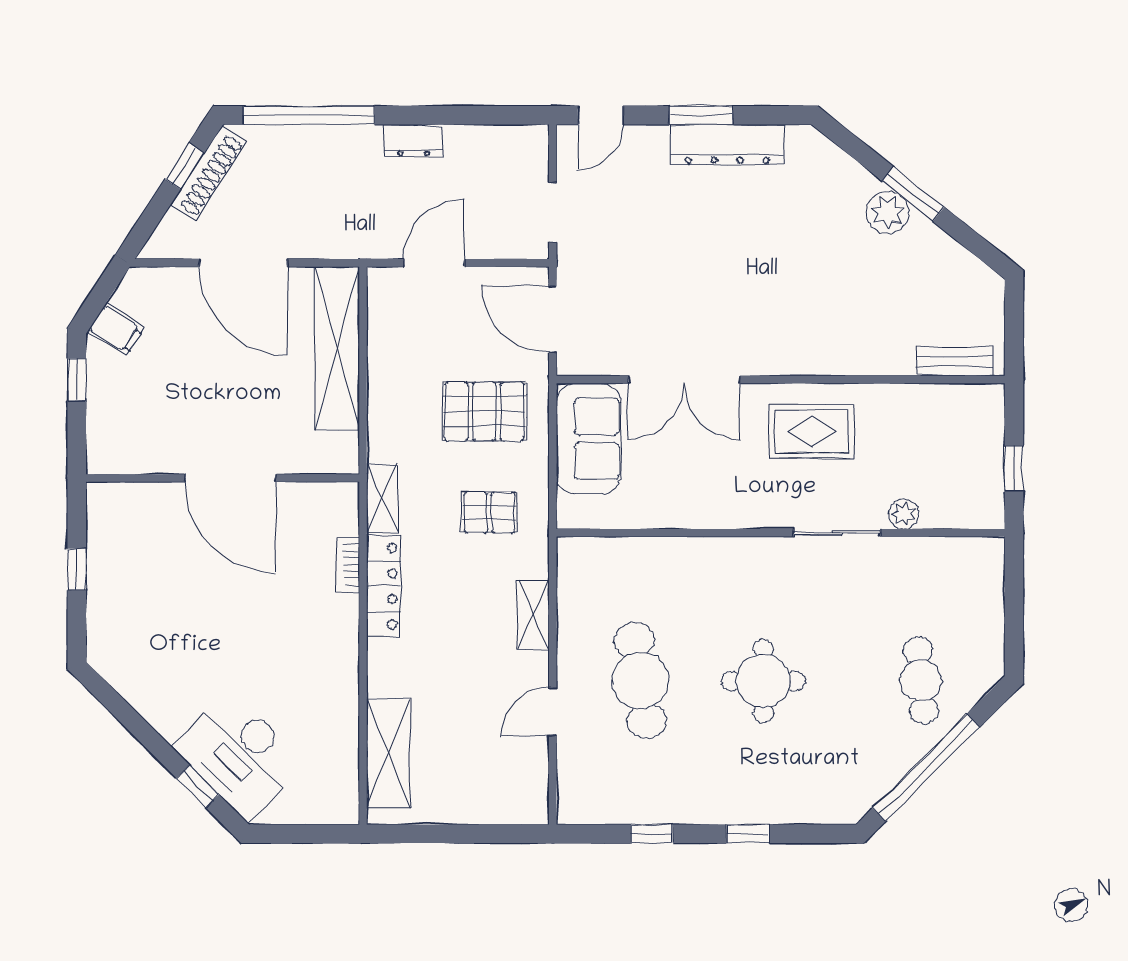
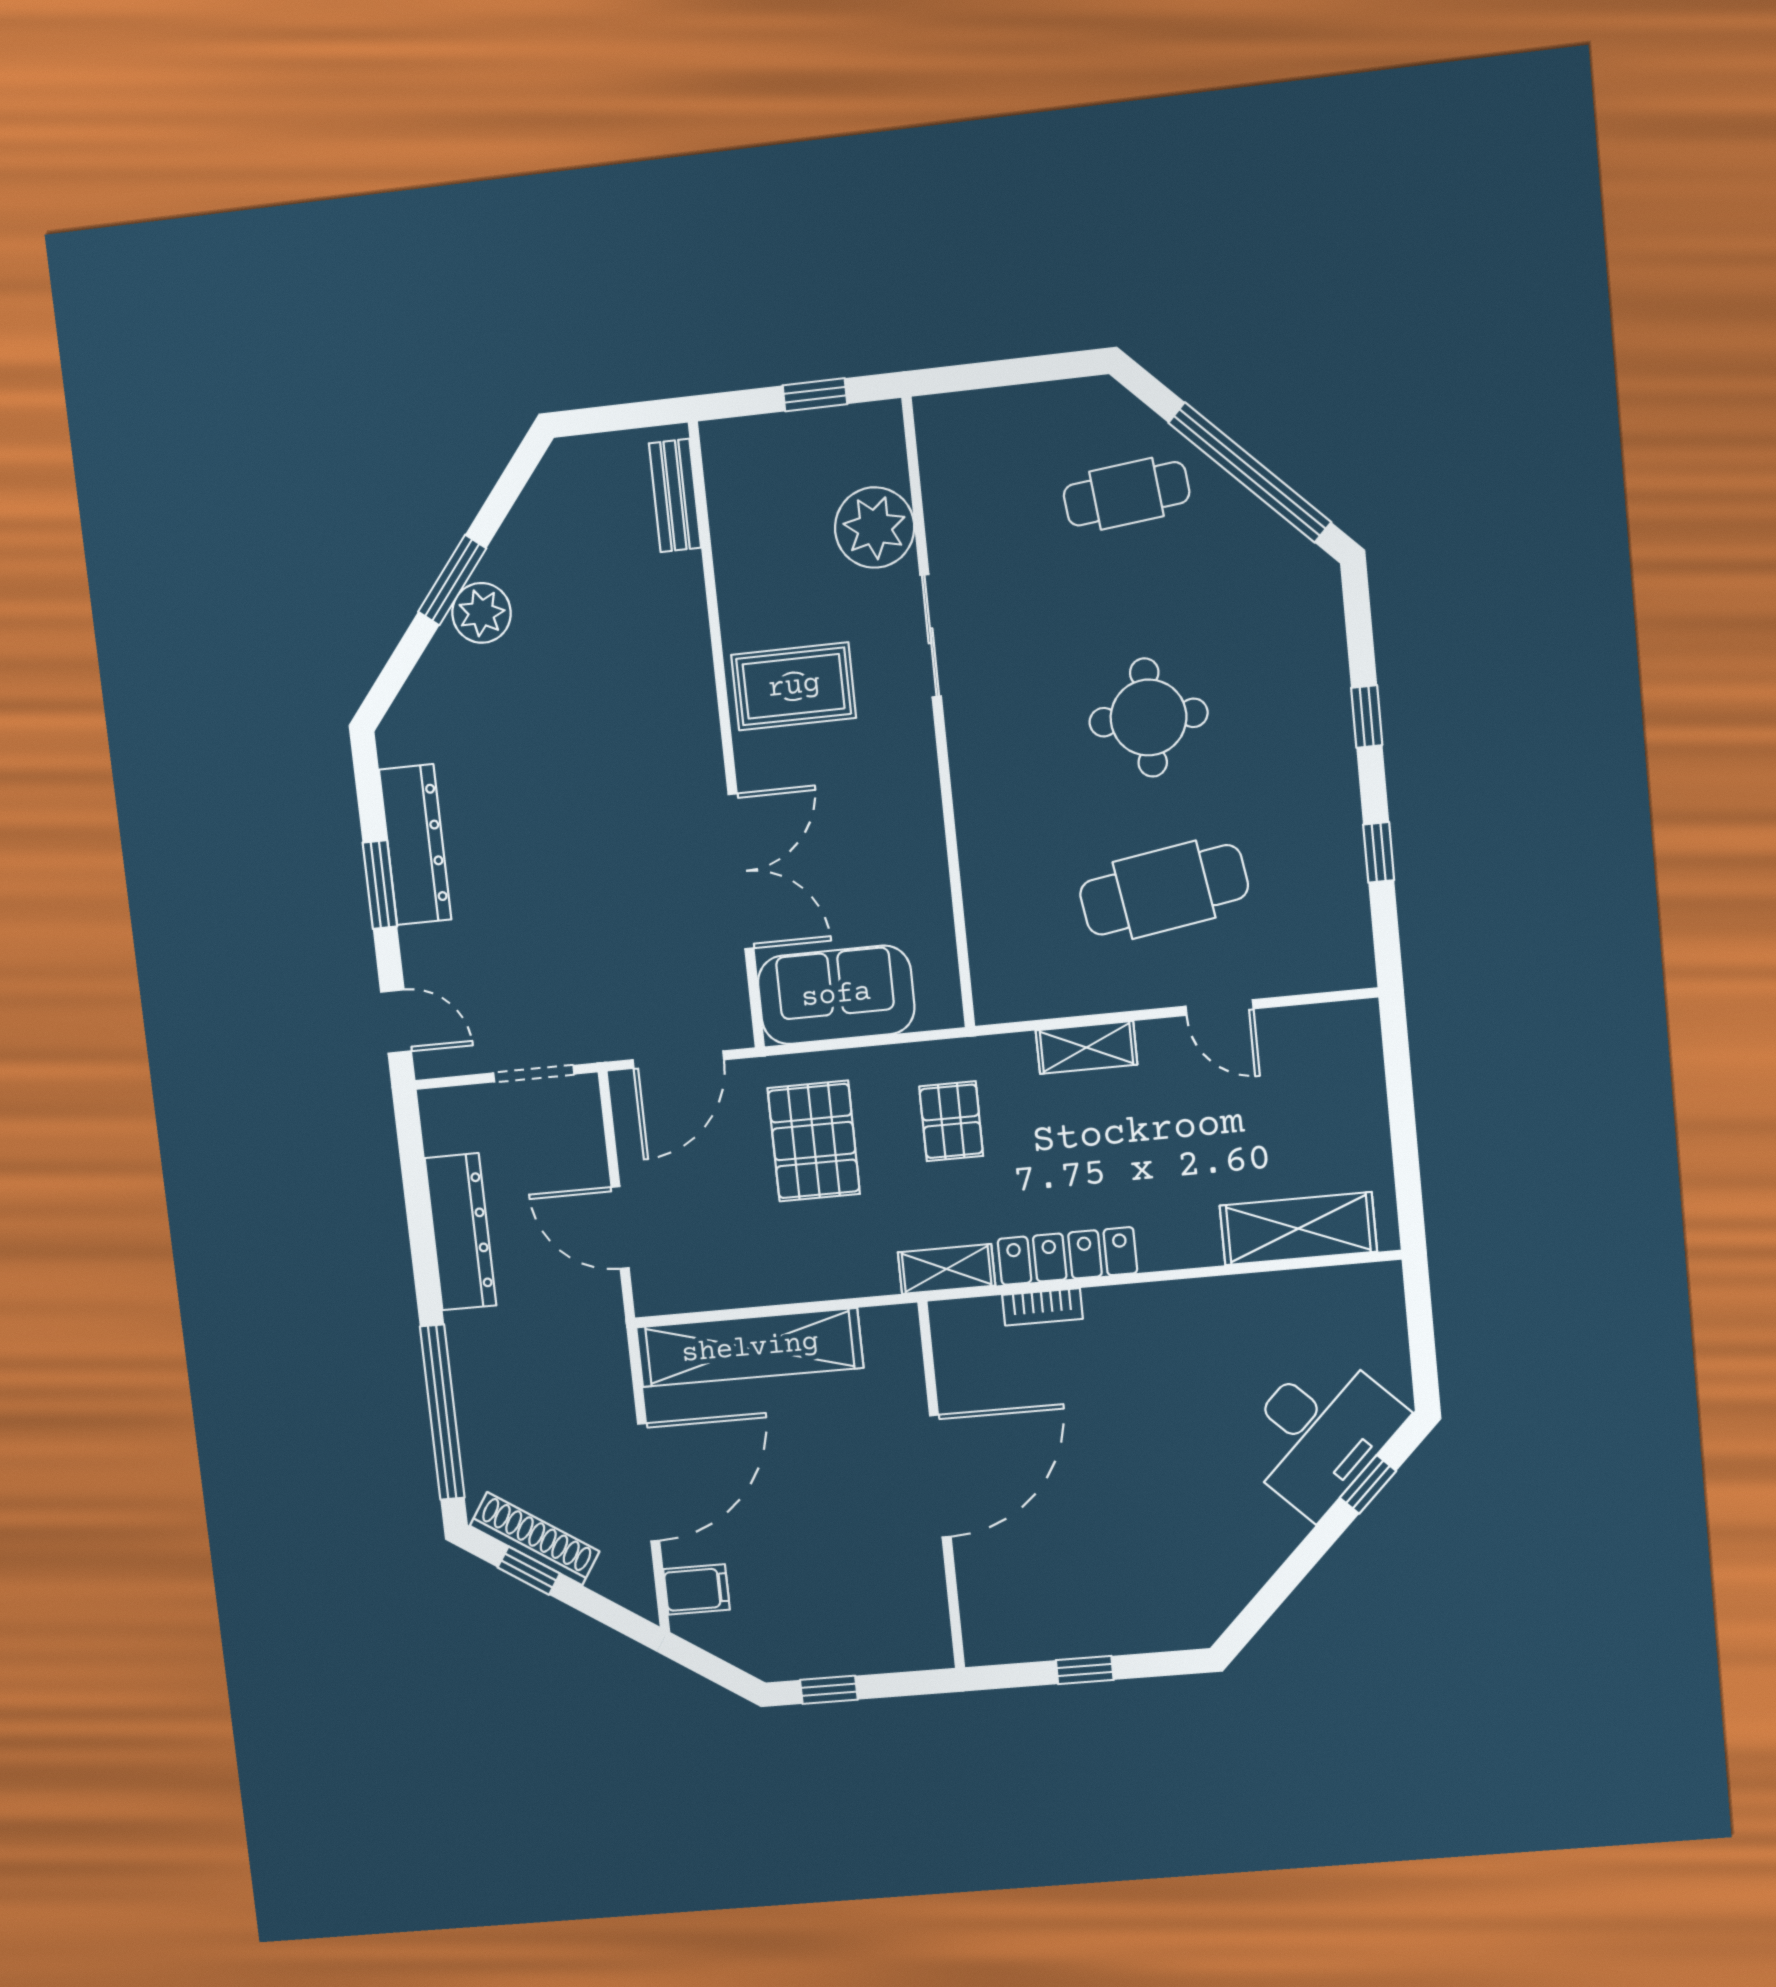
dresser: (414, 141) -> (460, 1232), width x1.96, depth x1.24
filing cabinet: (116, 329) -> (697, 1589), moved, turned 57
rug: (812, 432) -> (794, 686), turned 90
plant: (904, 514) -> (875, 528), width x1.88, depth x1.88

